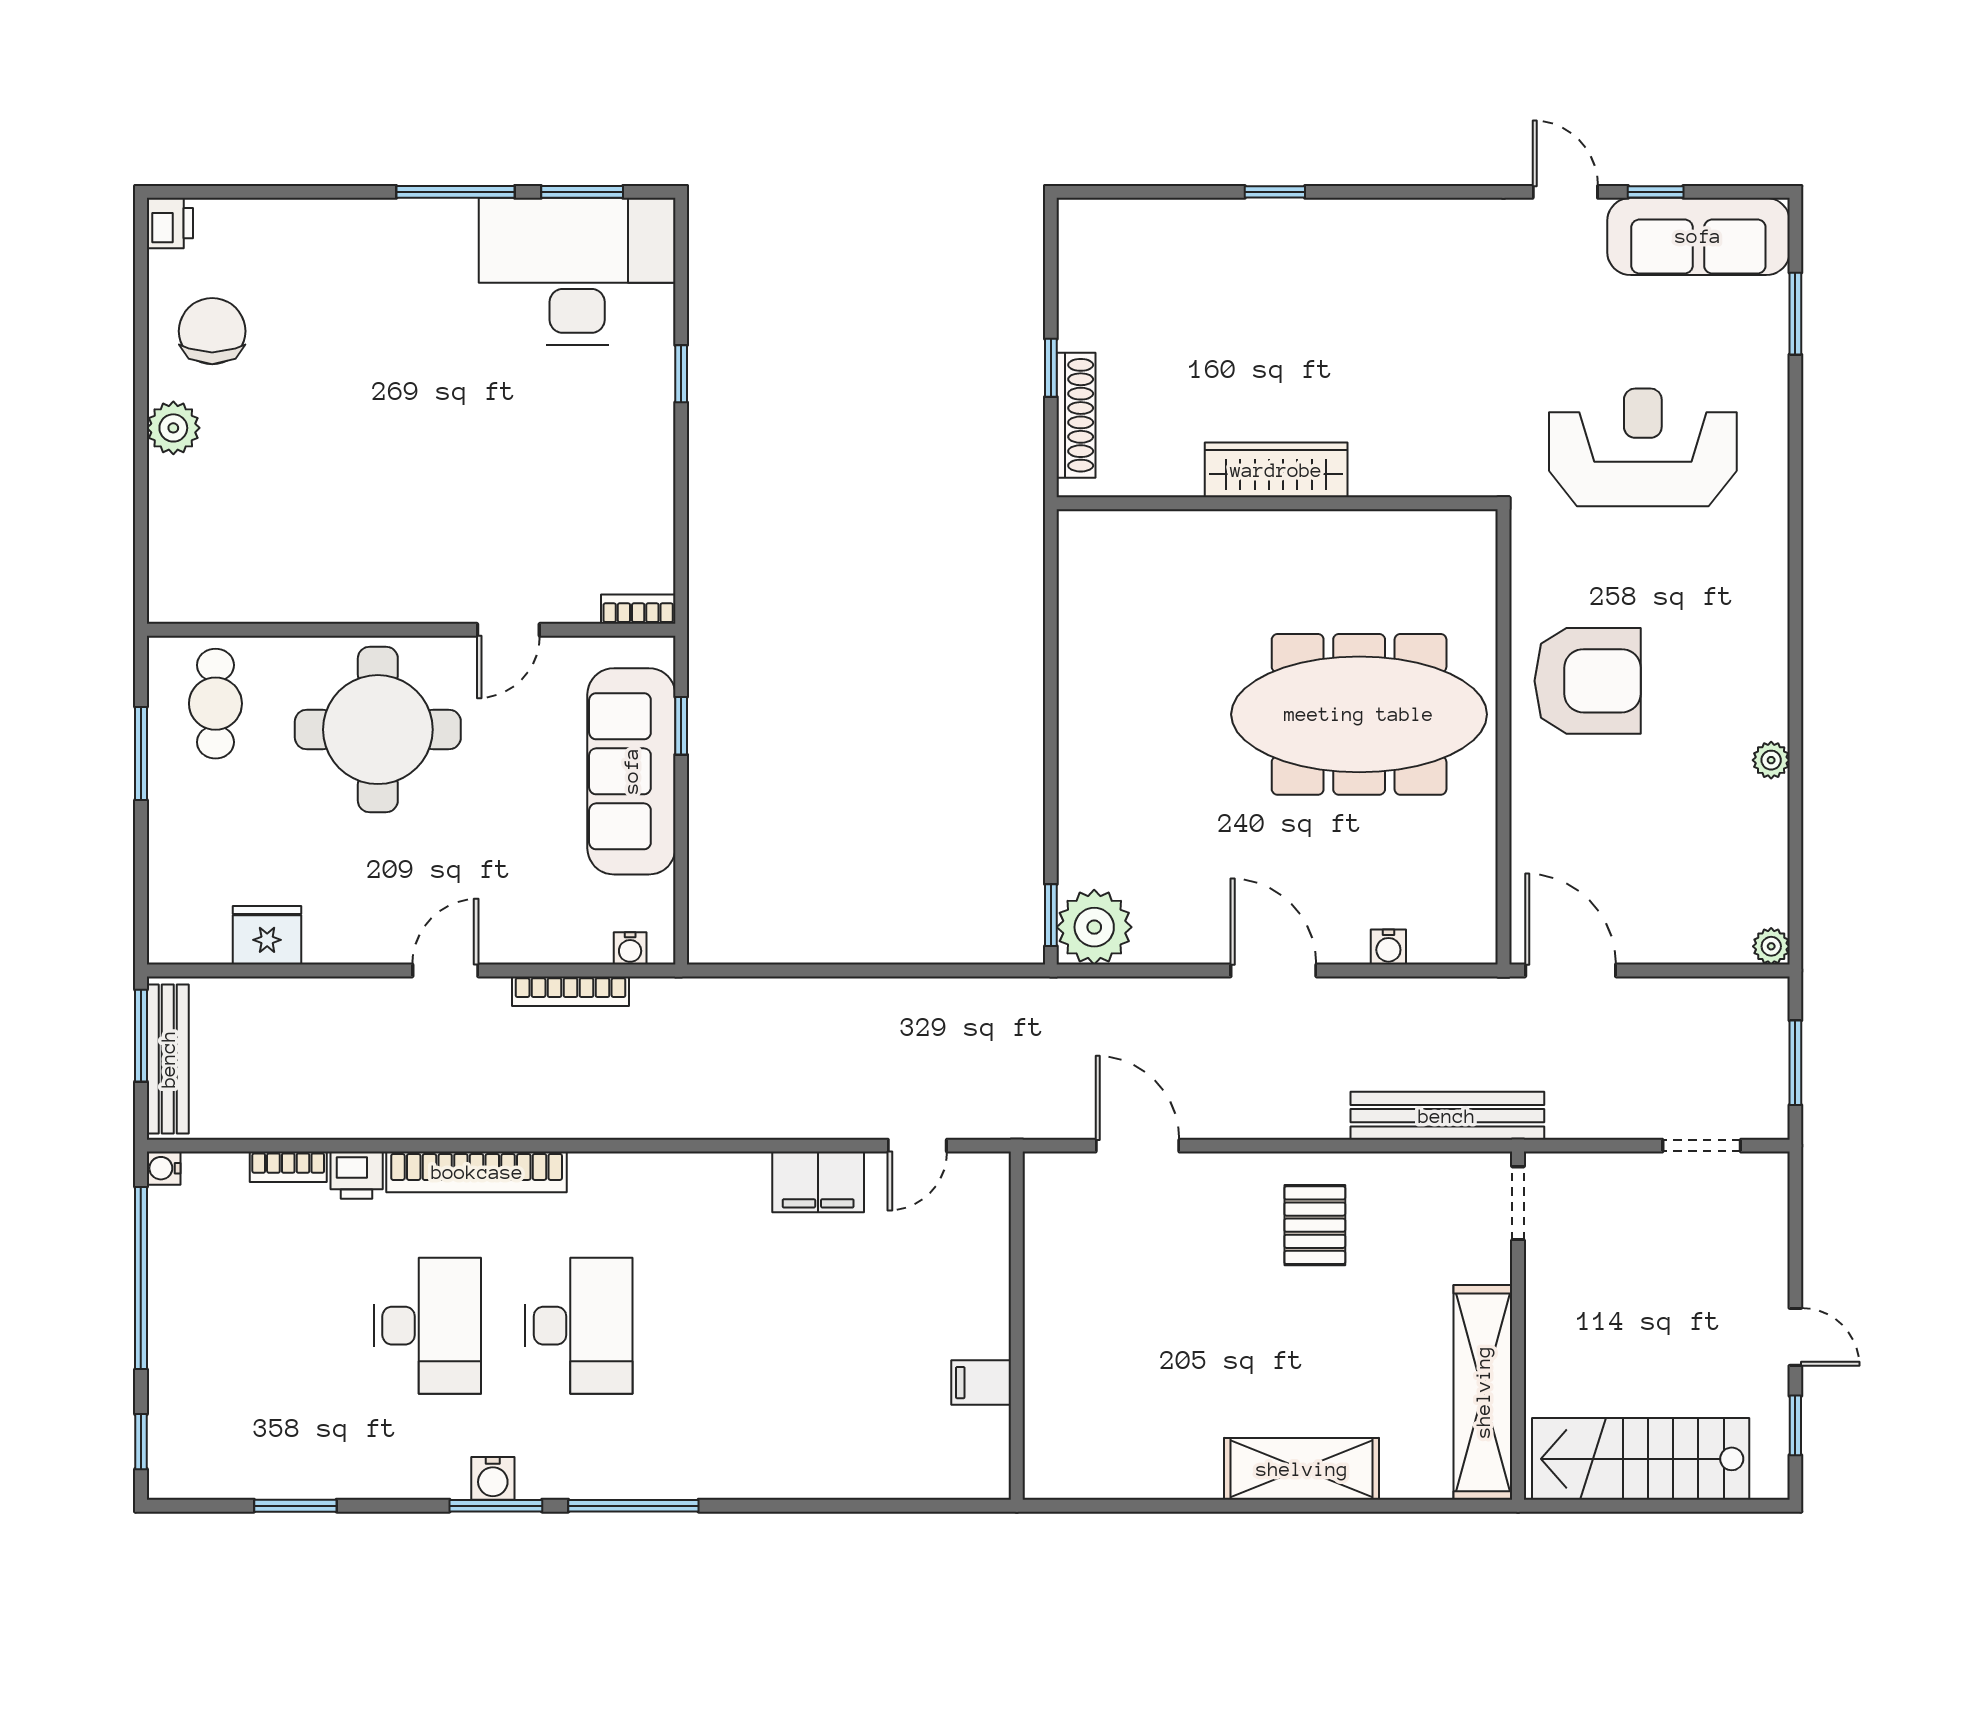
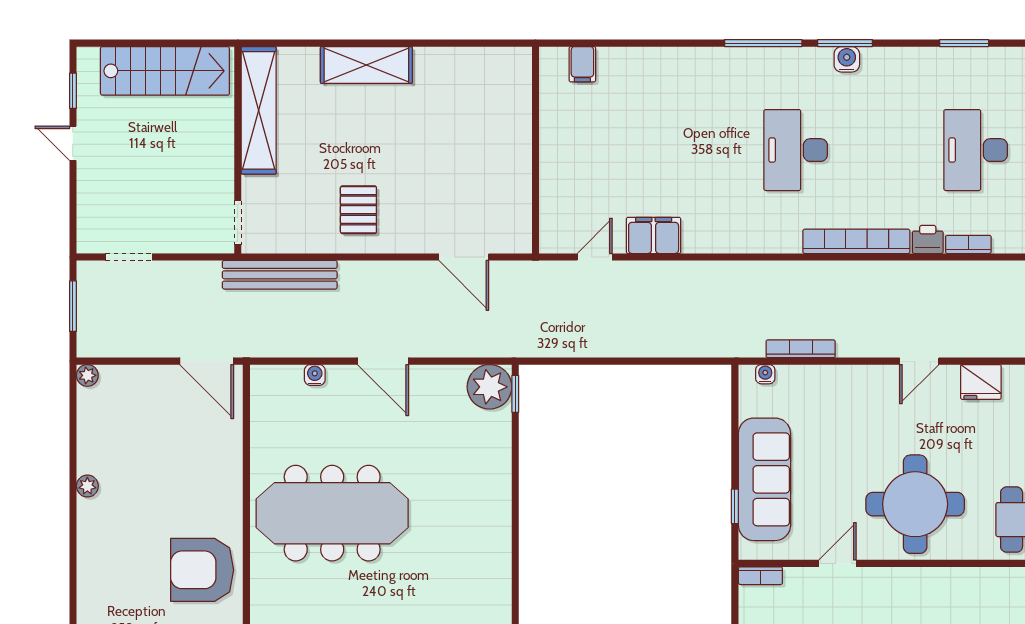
armchair: (1588, 681) -> (202, 570), moved
door: (445, 970) -> (919, 361), moved
desk: (427, 1326) -> (976, 150), moved
filing cabinet: (981, 1383) -> (582, 64), moved, turned 90

